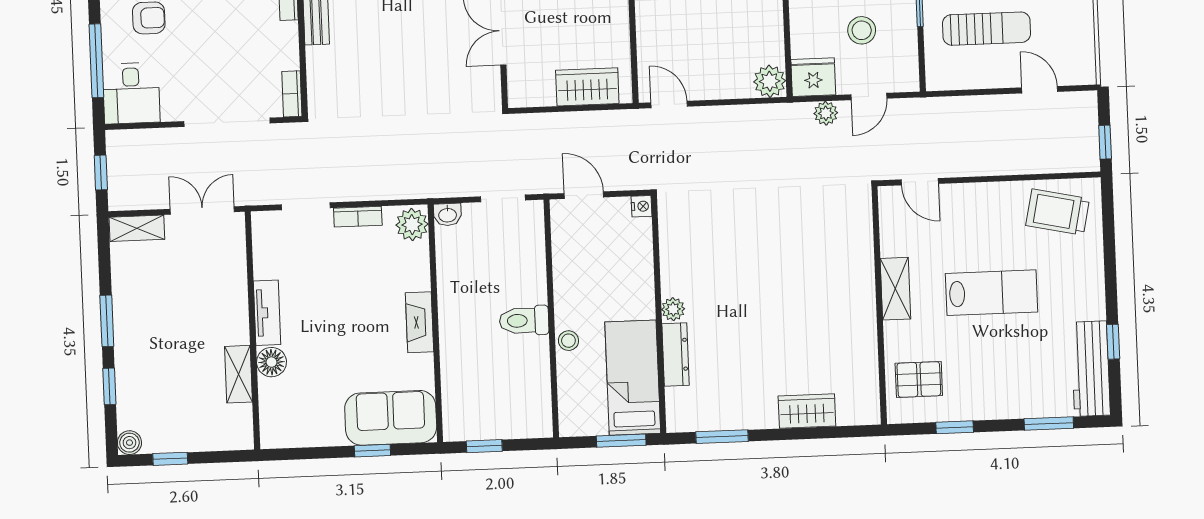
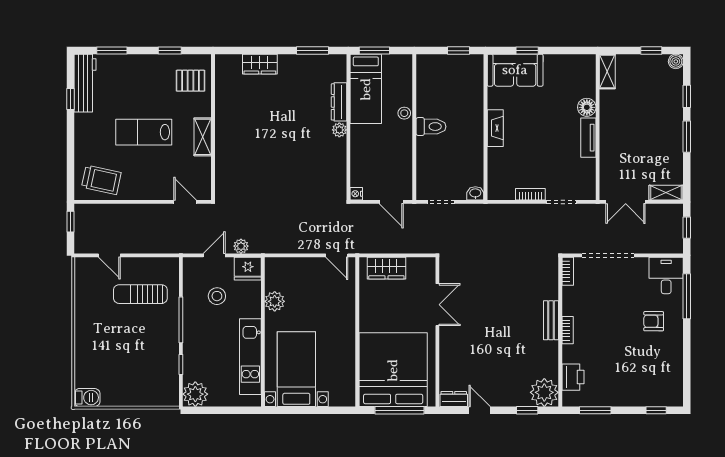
plant: (770, 81) -> (275, 301), moved
plant: (412, 225) -> (497, 188), removed
shelving: (239, 374) -> (607, 72), moved

